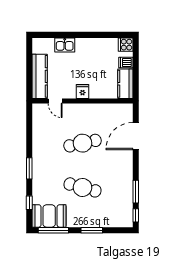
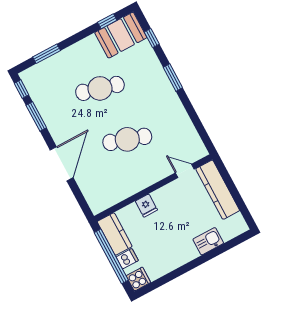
window: (136, 70) -> (111, 256), added
fridge: (82, 91) -> (146, 206), moved
door: (136, 136) -> (62, 164), moved
cafe table: (83, 143) -> (127, 139), turned 30
window: (53, 230) -> (107, 21), width x0.46
window: (92, 230) -> (47, 54), moved

